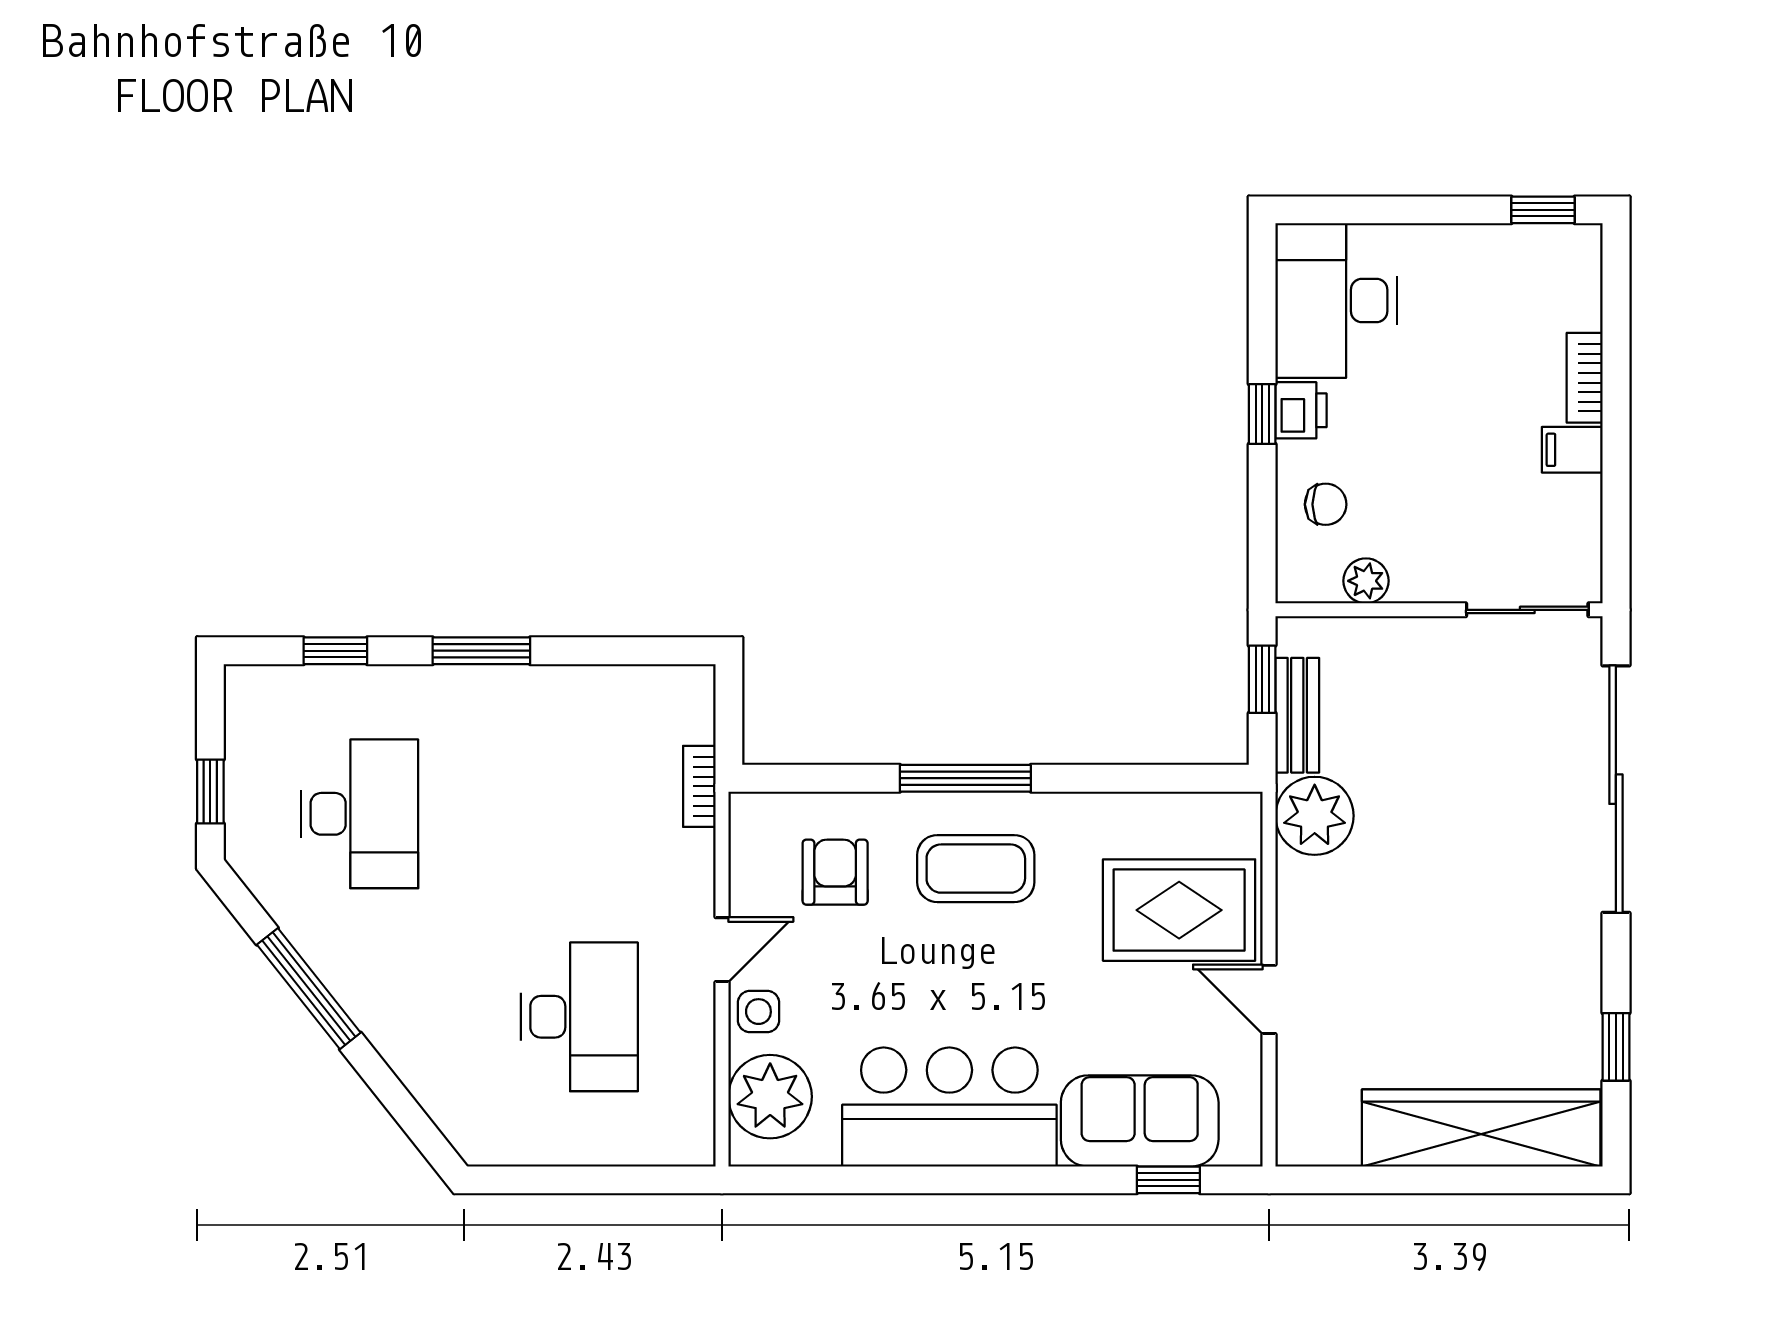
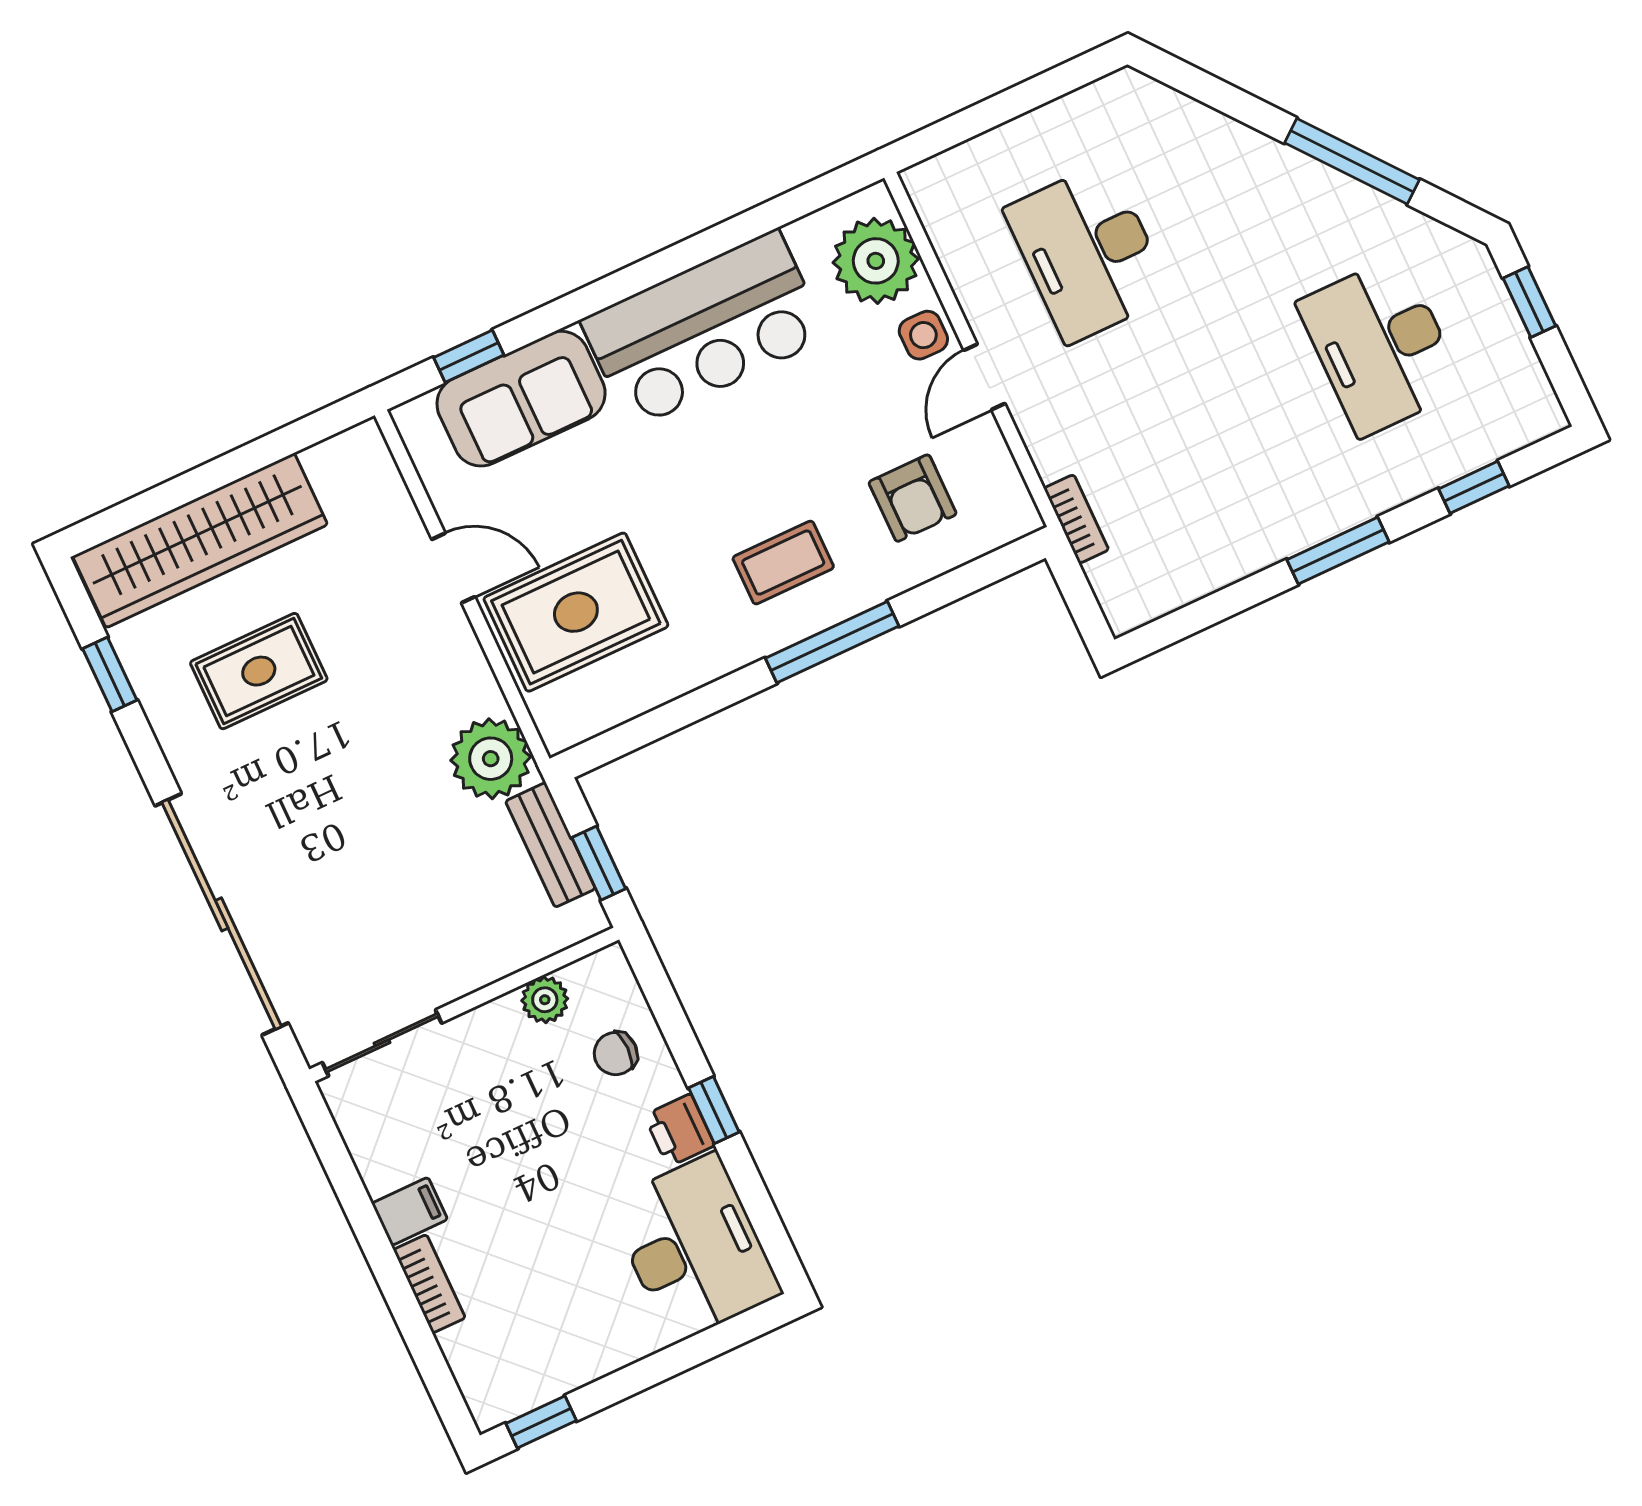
coffee table: (976, 869) -> (783, 563), width x0.73, depth x0.77
rug: (1483, 989) -> (259, 671), added

